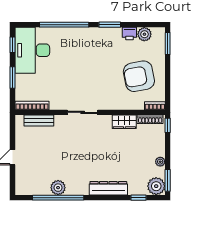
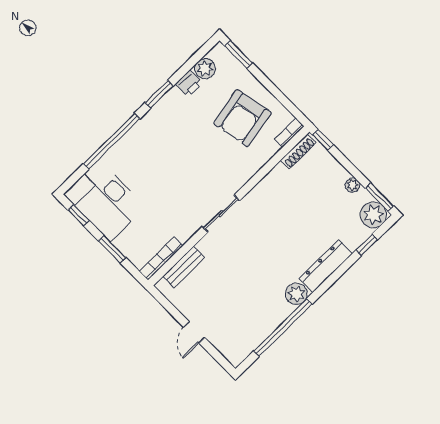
wardrobe: (124, 122) -> (274, 181), removed
plant: (58, 188) -> (296, 294), moved

